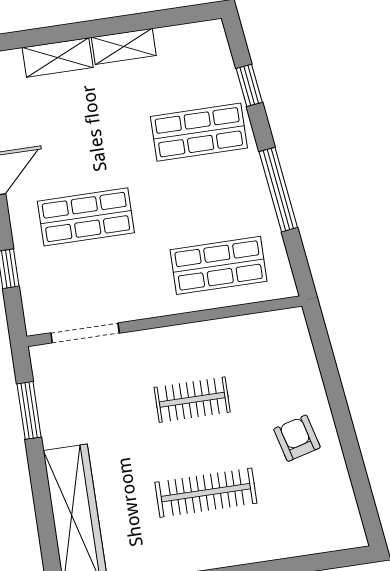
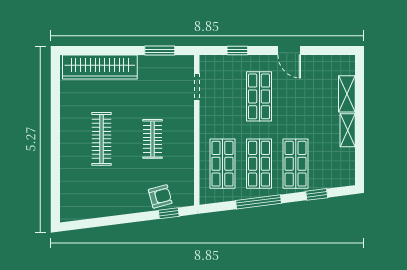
shop shelf: (209, 199) -> (259, 164), added
doorway: (85, 333) -> (197, 87), width x0.73
window: (323, 350) -> (169, 213), added
armchair: (297, 438) -> (160, 196), moved

